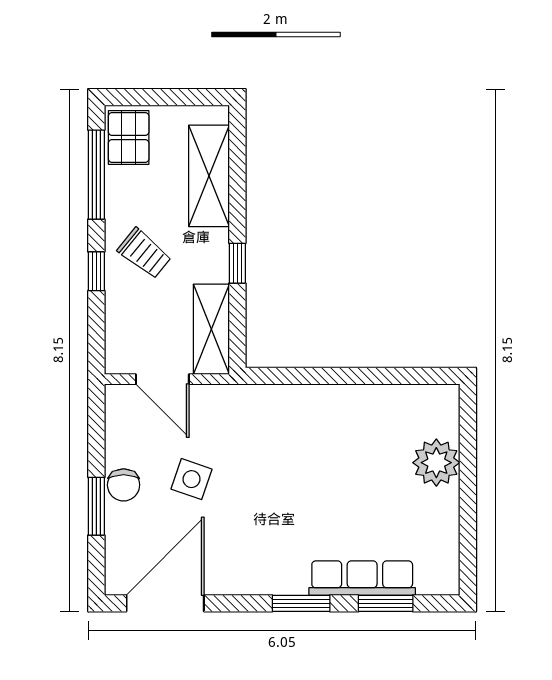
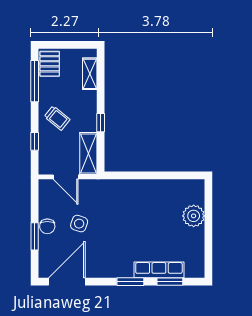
shelving: (209, 176) -> (90, 74), width x0.67, depth x0.75
window: (96, 271) -> (35, 141), moved

